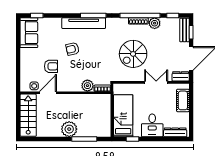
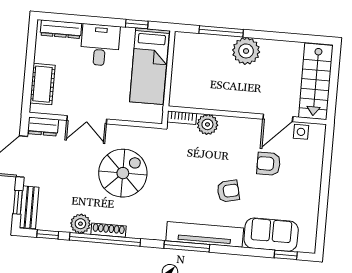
sofa: (29, 33) -> (271, 235), moved, turned 90

